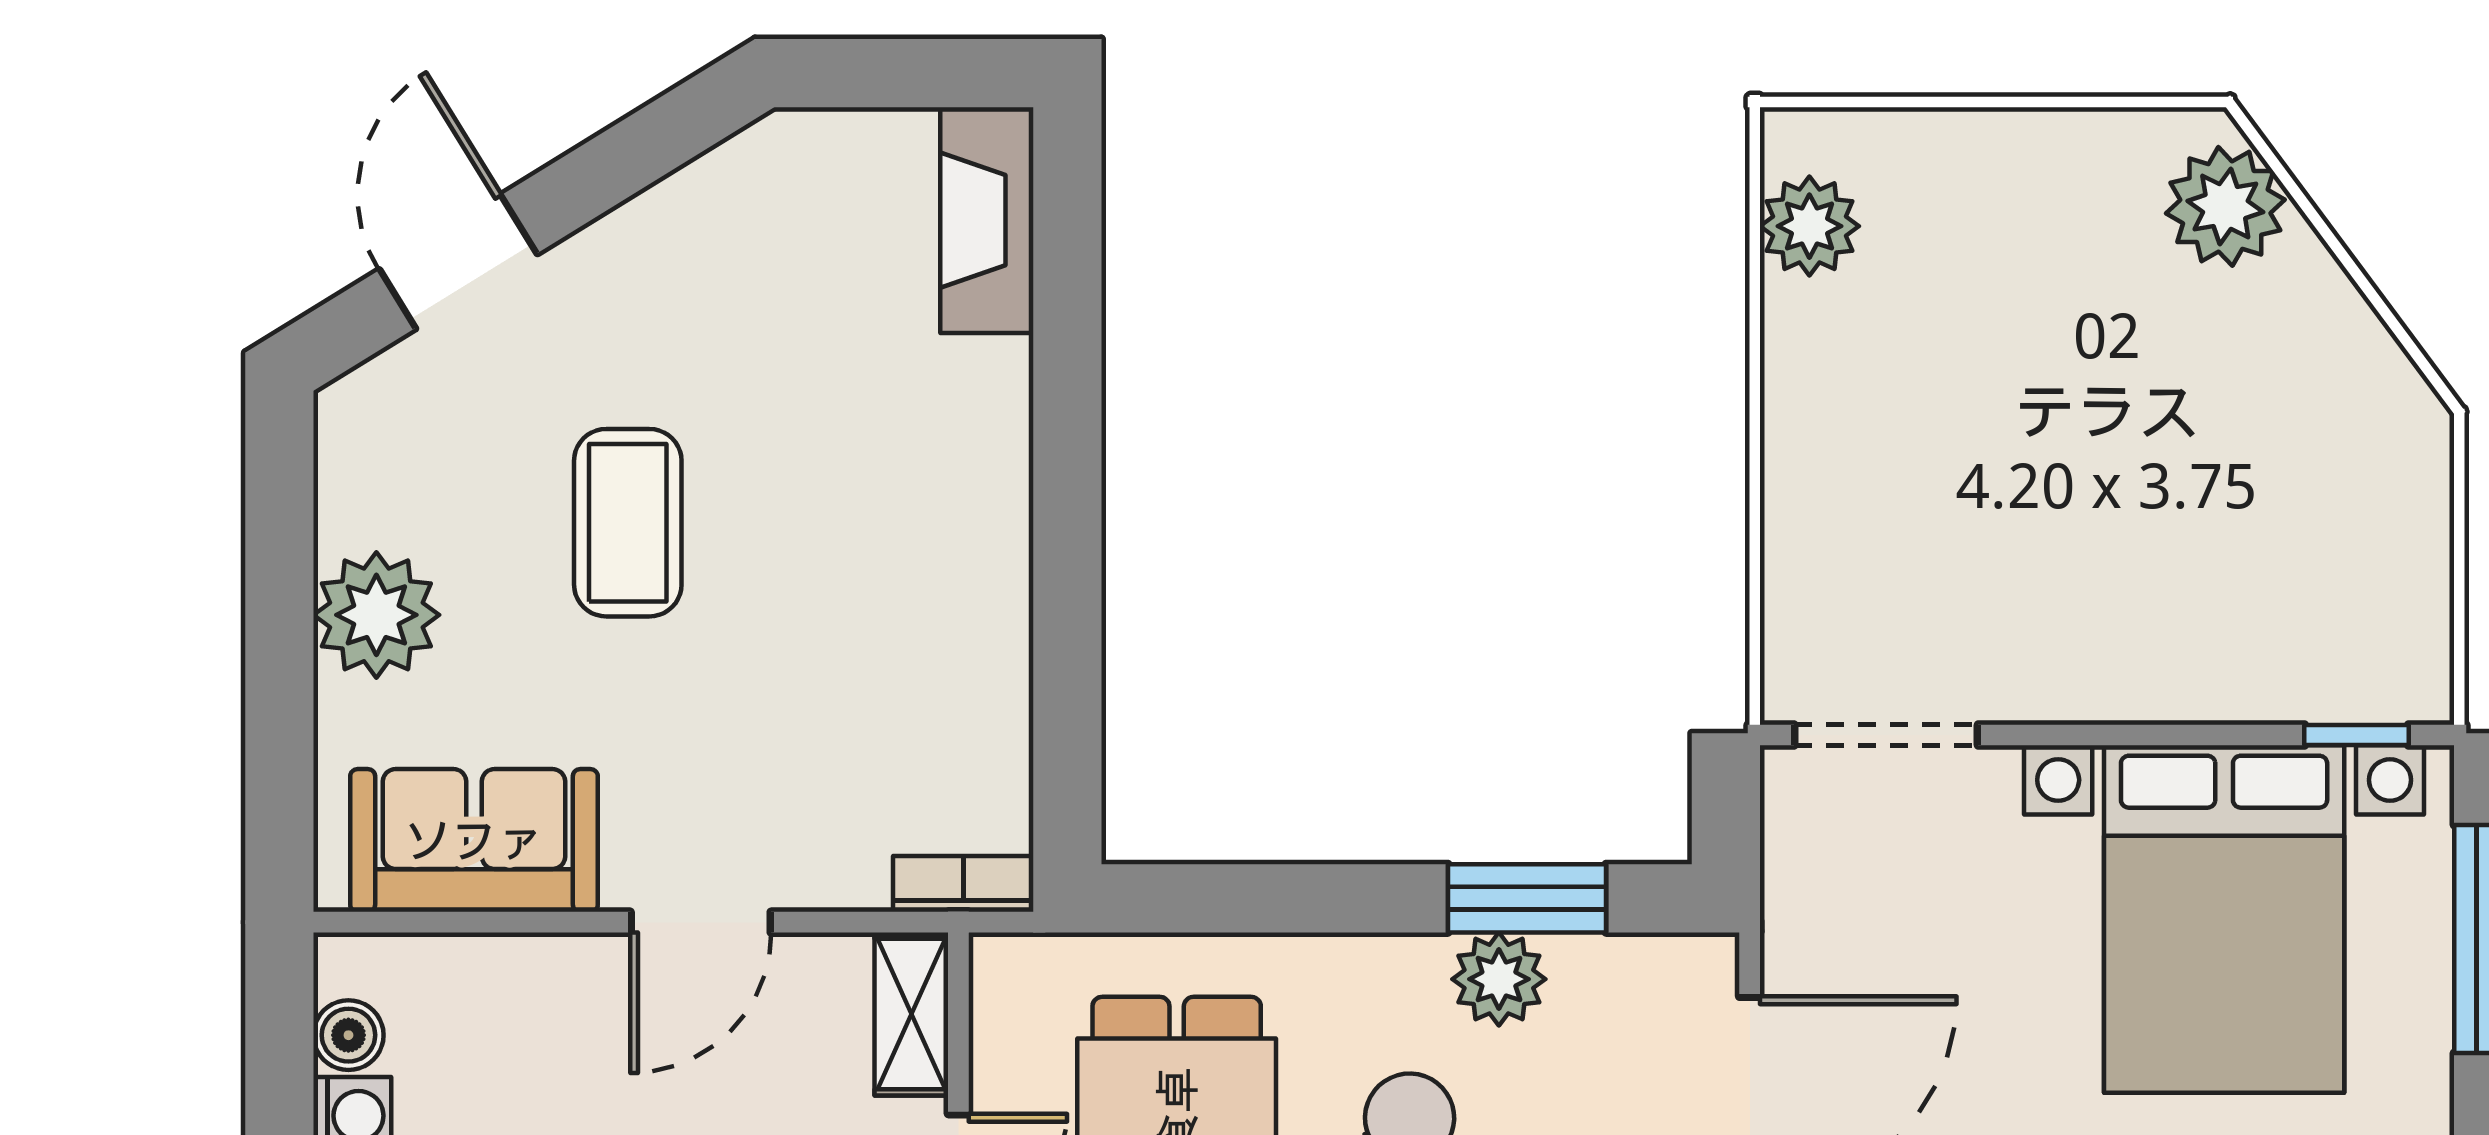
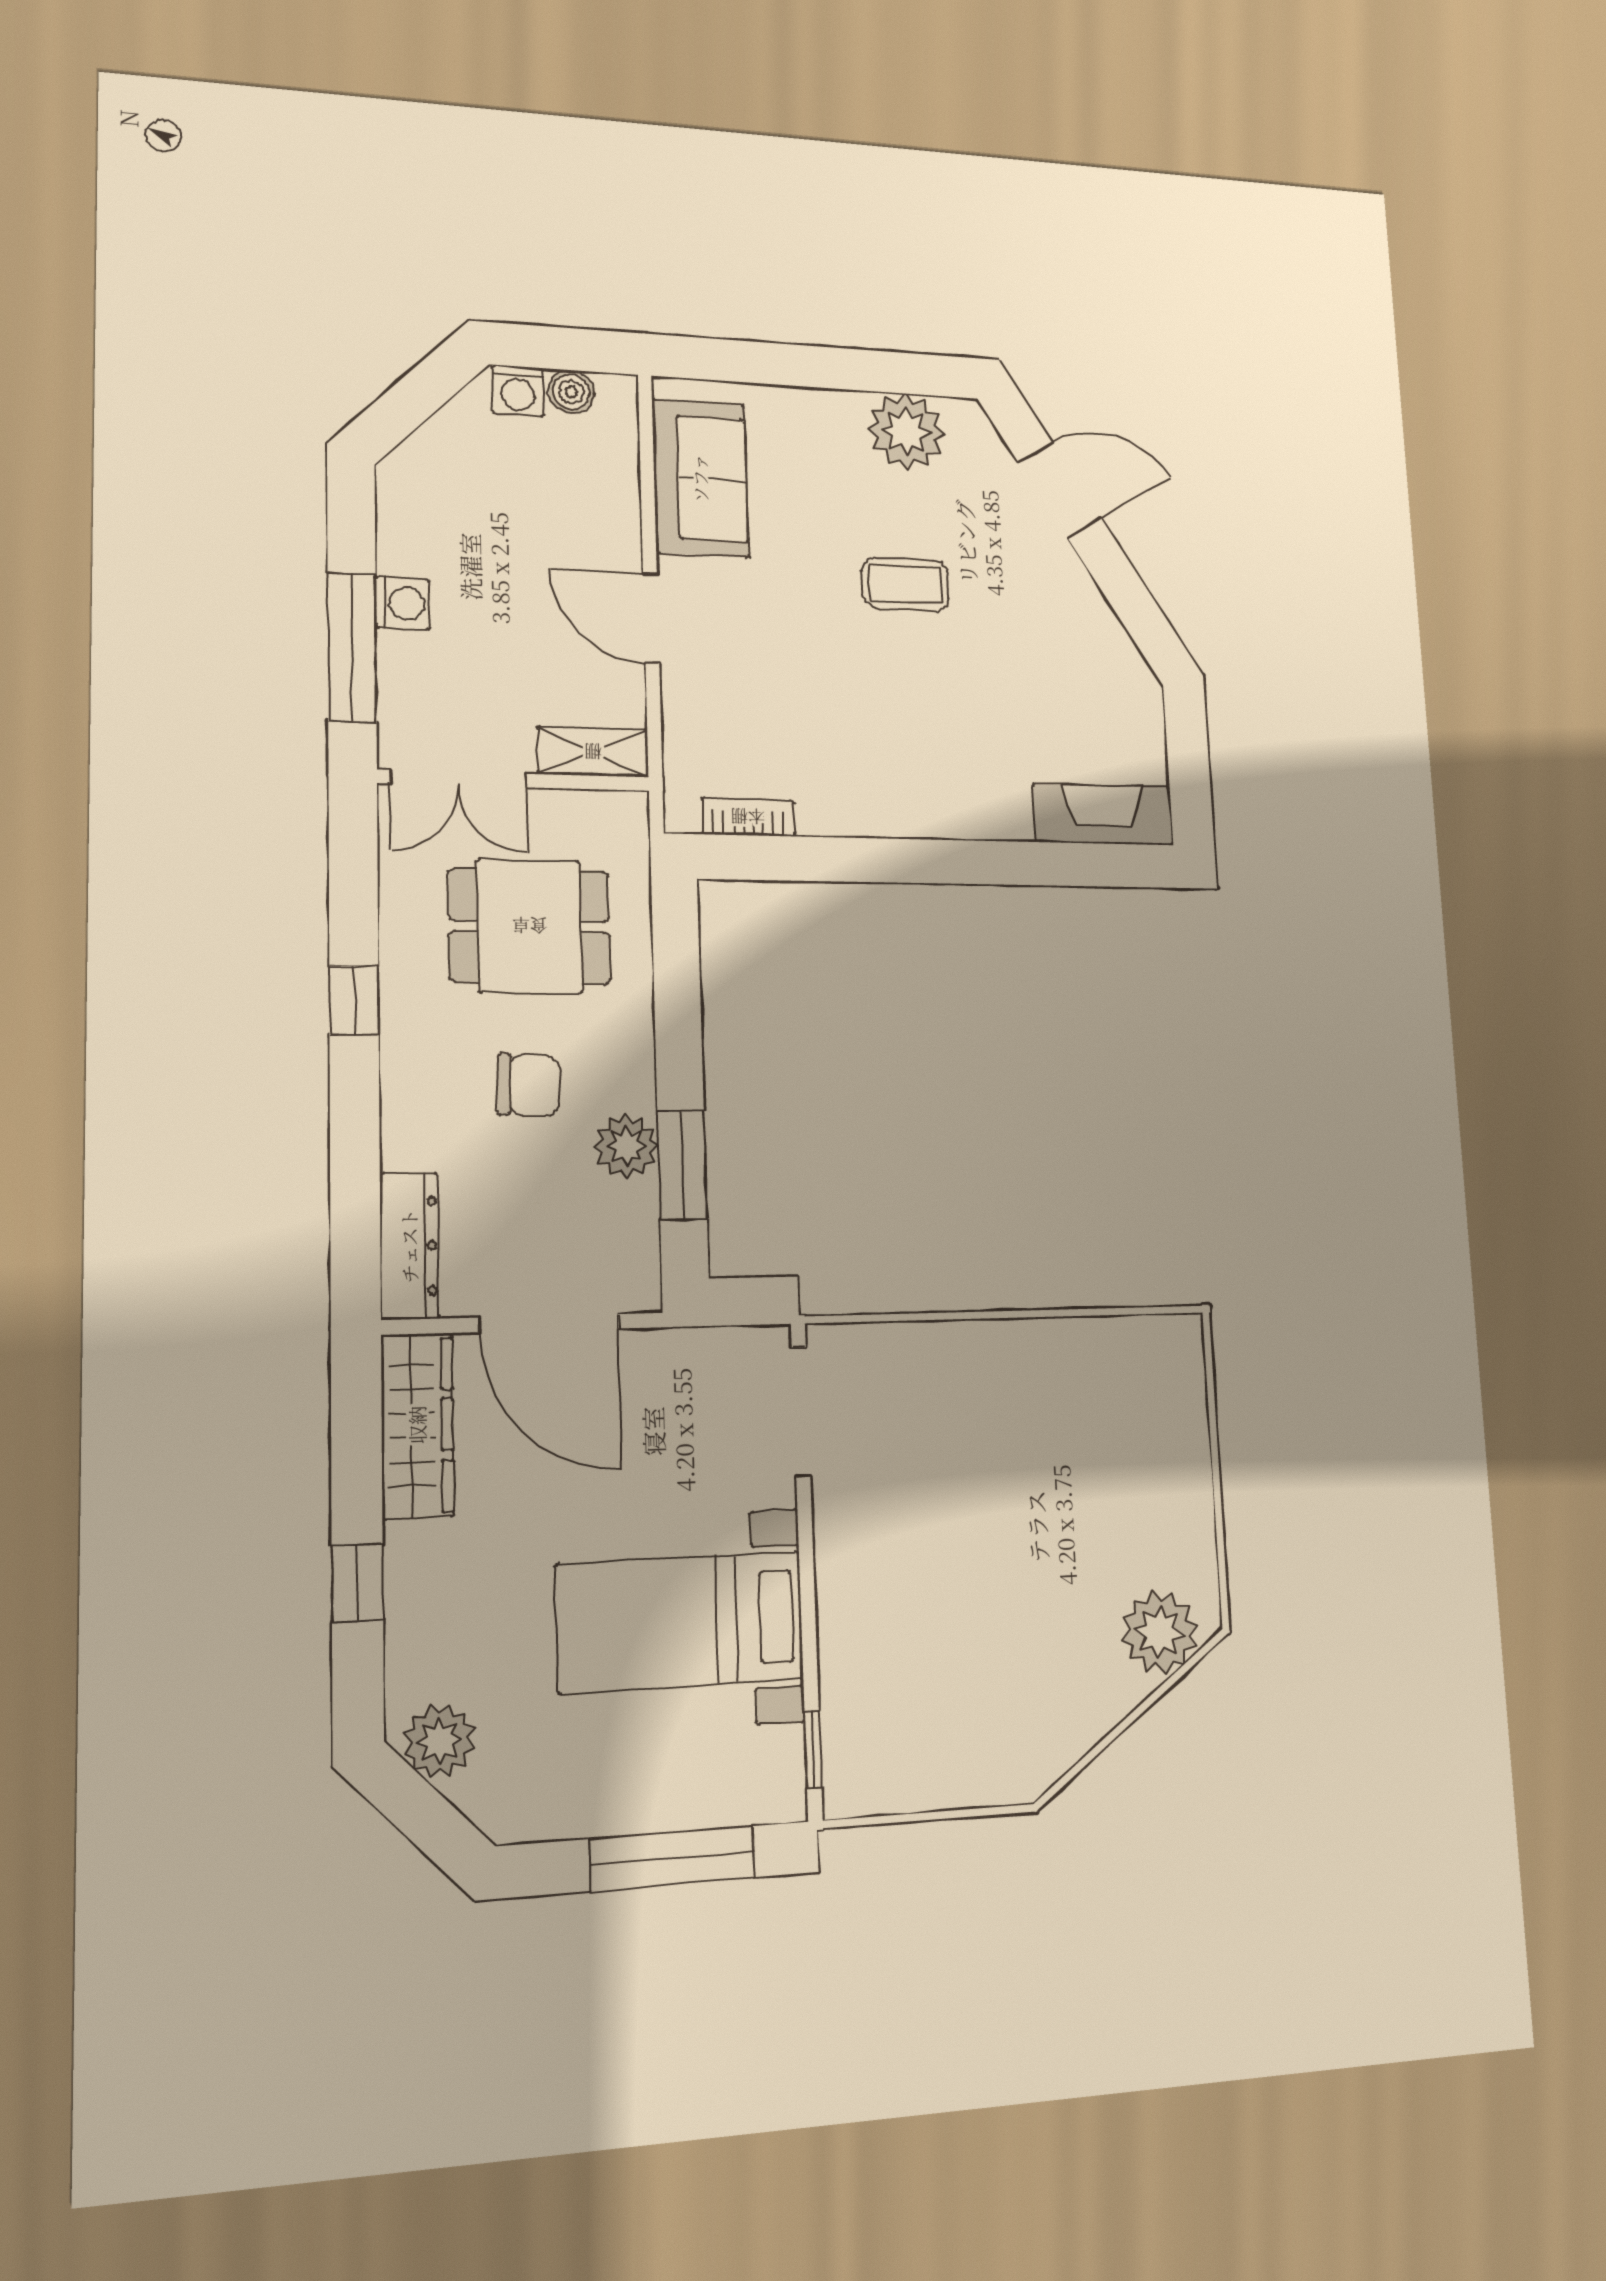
plant: (1809, 226) -> (1131, 1348), removed
coffee table: (628, 523) -> (906, 584), width x0.73, depth x0.77
plant: (376, 615) -> (906, 431), moved
bookcase: (963, 884) -> (748, 817), moved, turned -90
bed with nightstands: (2224, 919) -> (680, 1622), width x0.73

